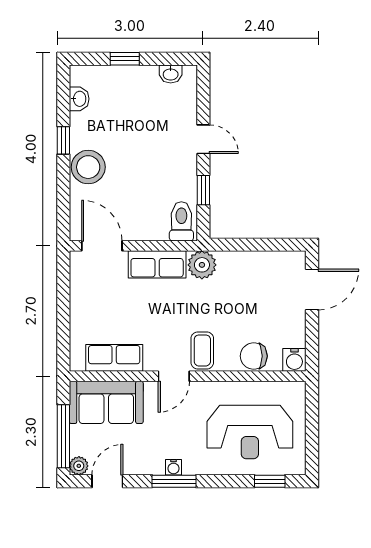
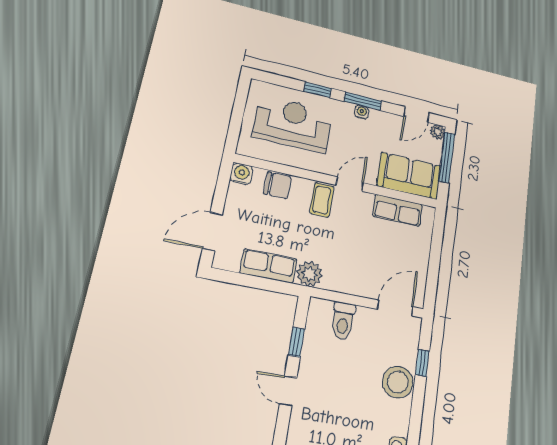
window: (63, 140) -> (422, 363), moved
toilet: (181, 221) -> (343, 321), moved
door: (102, 246) -> (395, 308), swing flipped
row of seats: (157, 264) -> (269, 266), moved
window: (270, 481) -> (318, 90), moved

